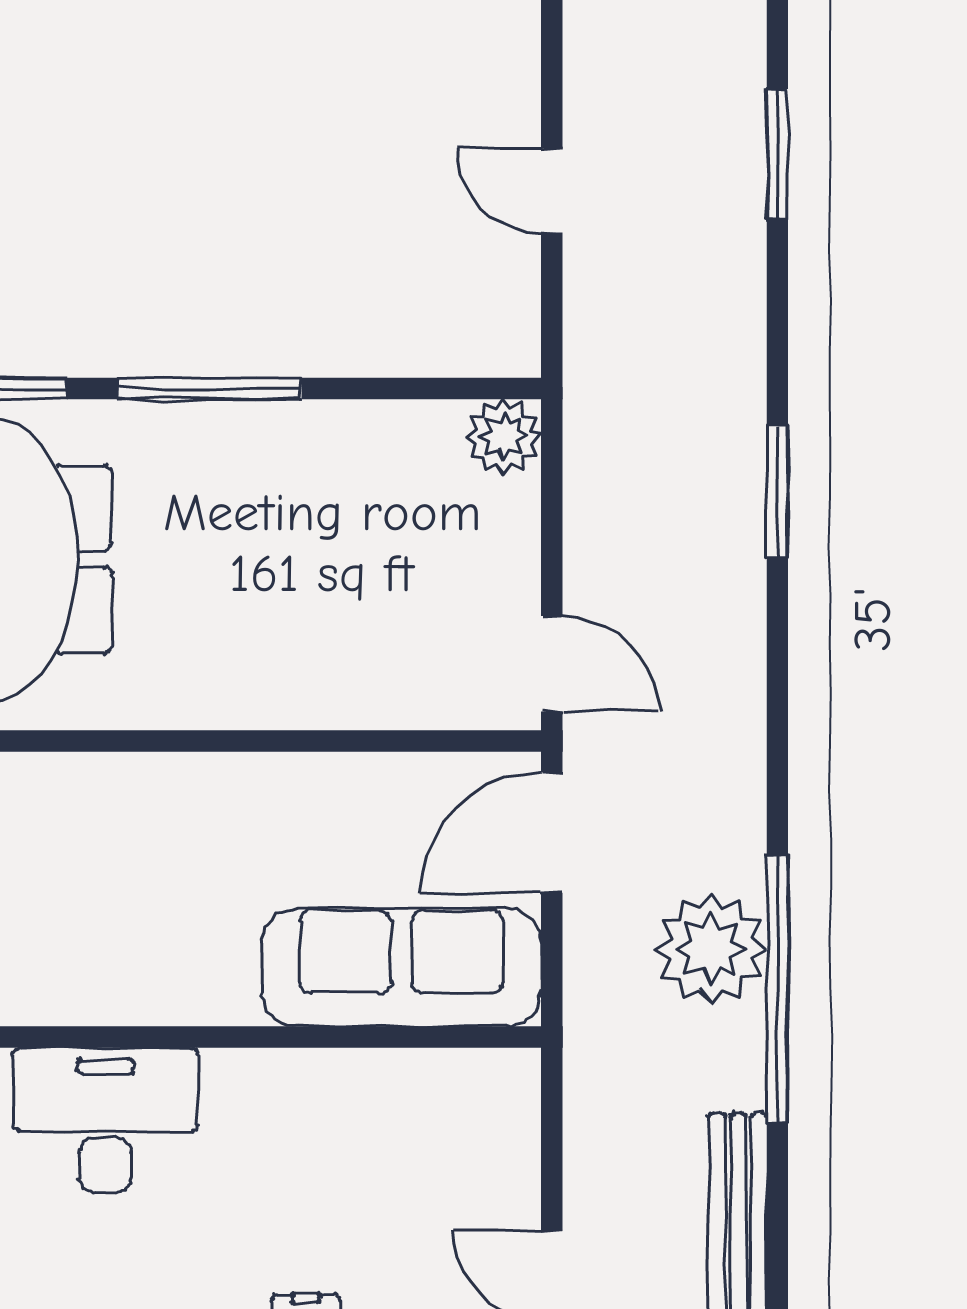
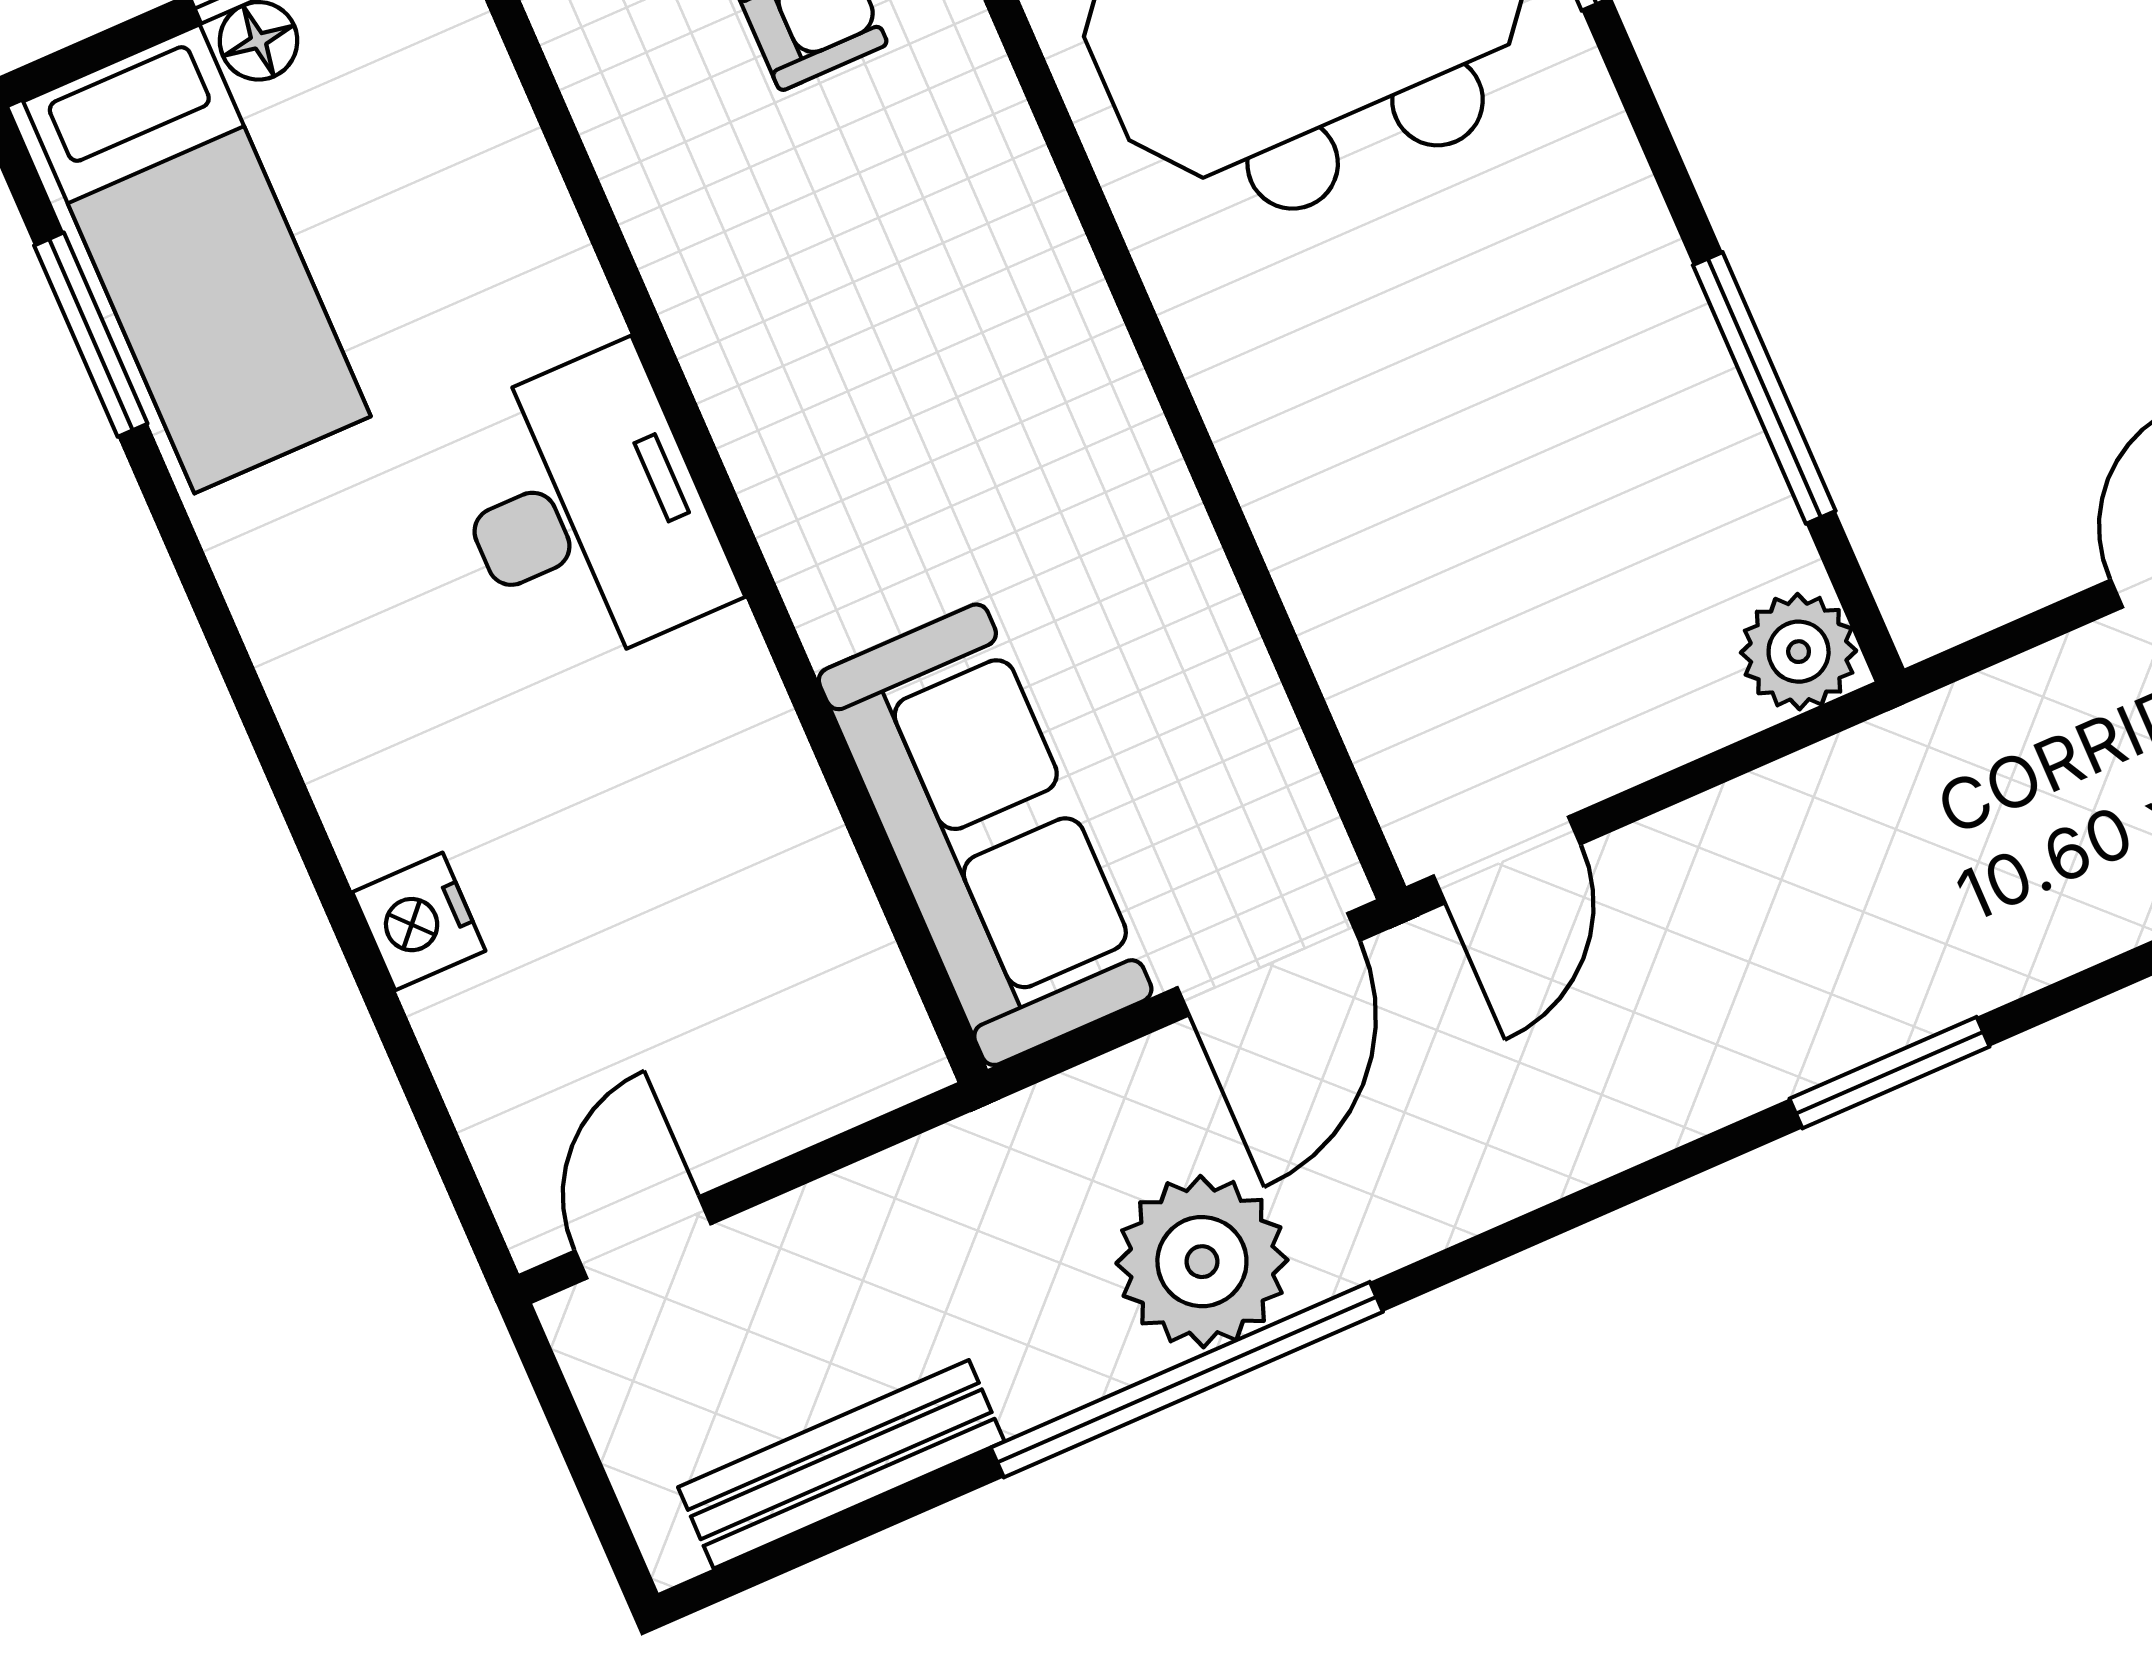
window: (210, 388) -> (1764, 388), moved
door: (552, 832) -> (1268, 964), swing flipped

